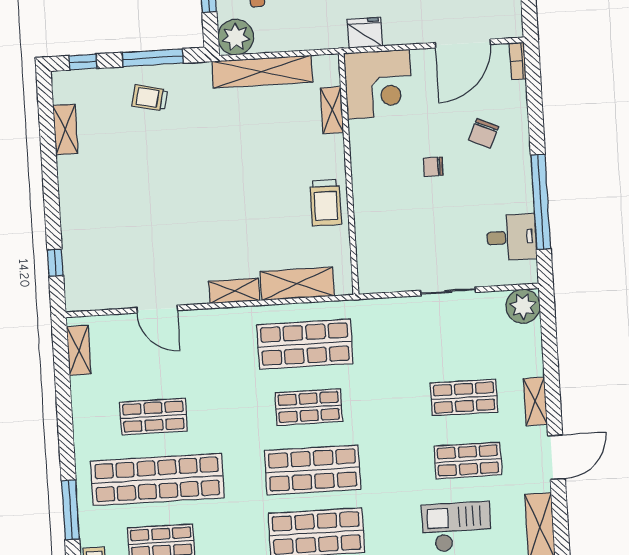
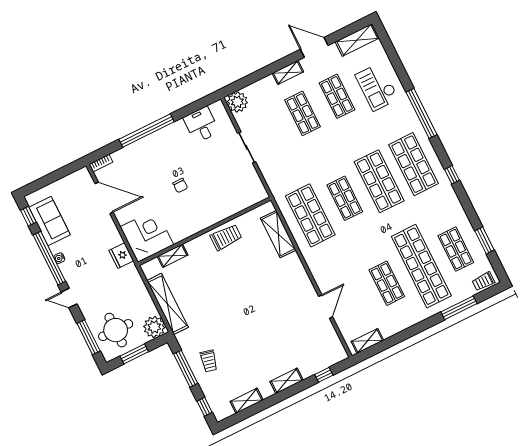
chair: (484, 133) -> (150, 165), removed
window: (541, 202) -> (147, 131), moved
shelving: (234, 291) -> (287, 381), moved, turned 90

